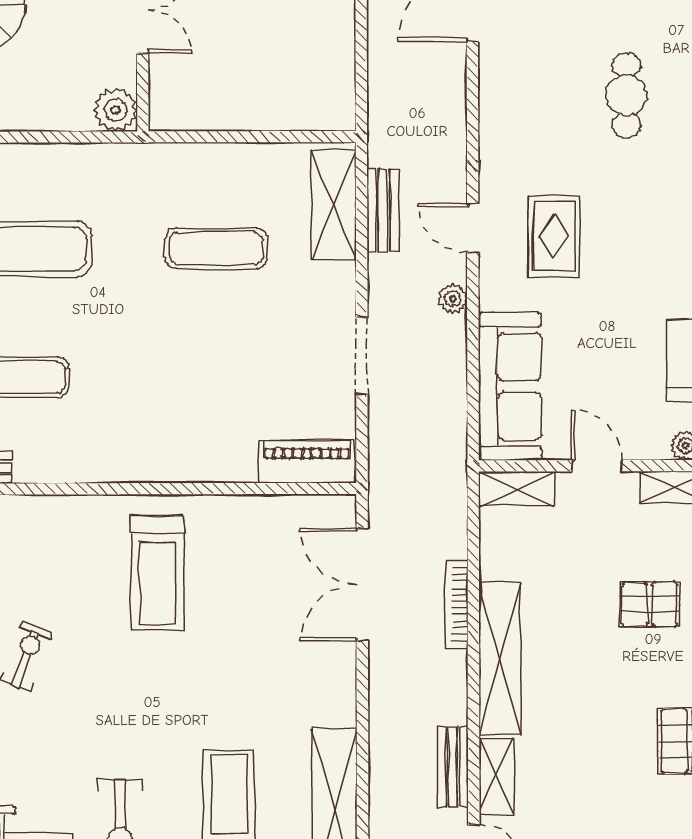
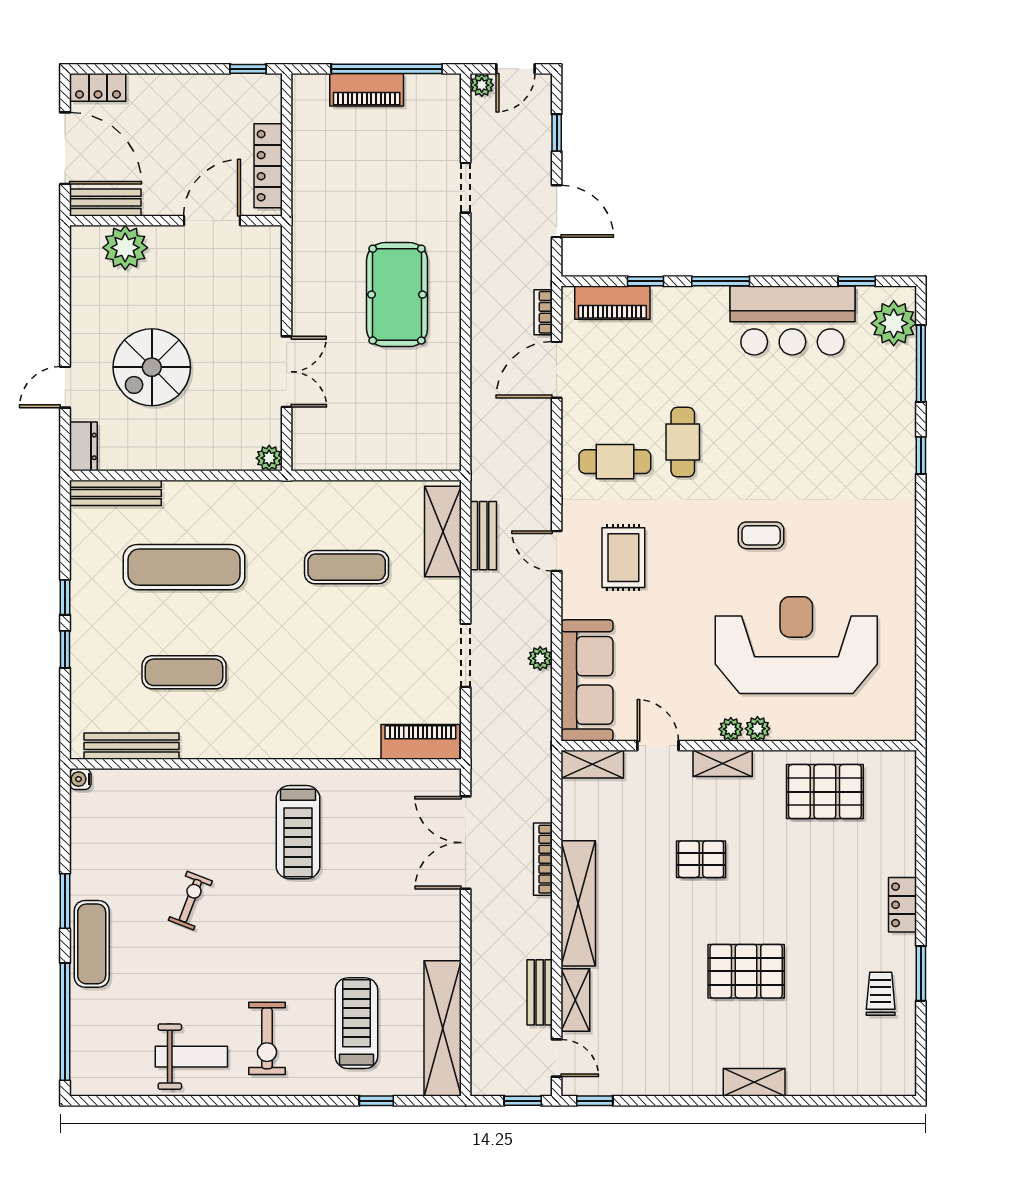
plant: (116, 110) -> (269, 458), width x0.73, depth x0.73
cafe table: (544, 119) -> (615, 462), added
plant: (453, 299) -> (540, 658), moved

